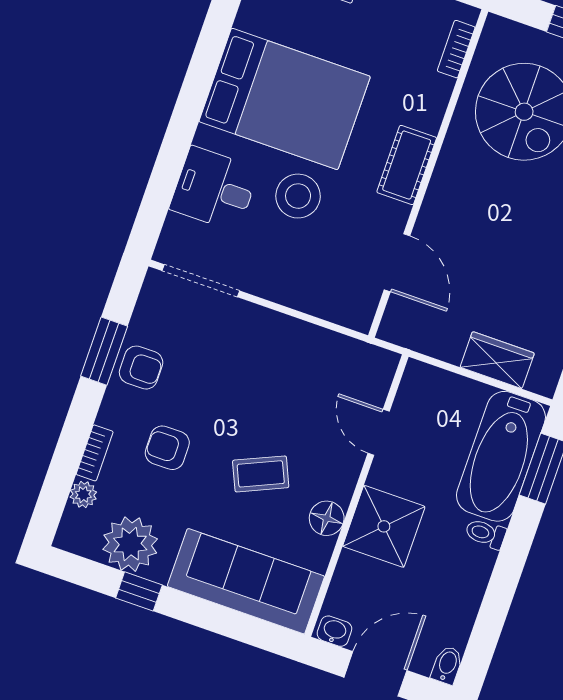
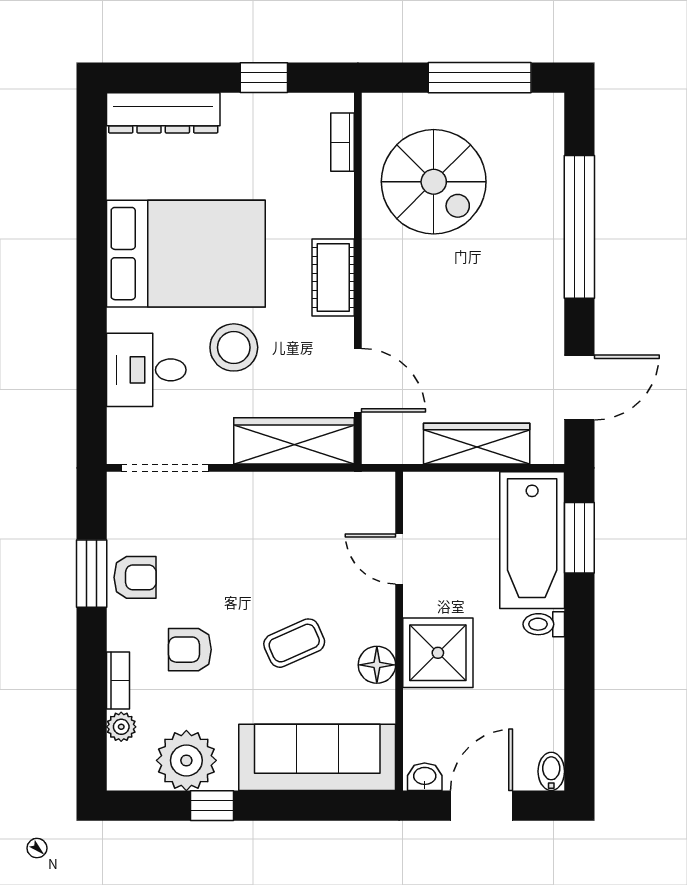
wardrobe: (322, 296) -> (294, 441), added
wardrobe: (497, 360) -> (477, 444), width x1.50

